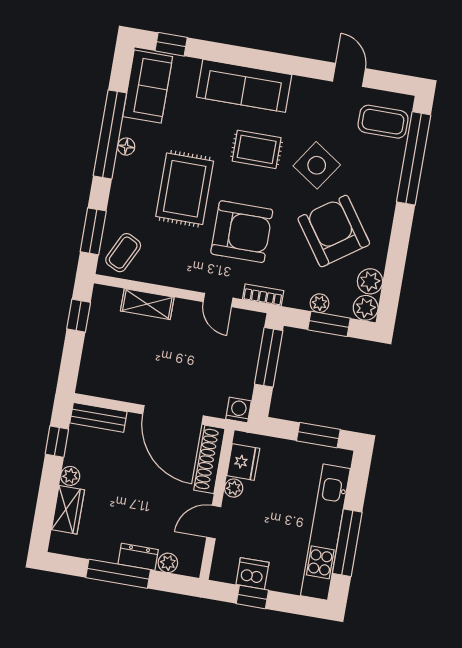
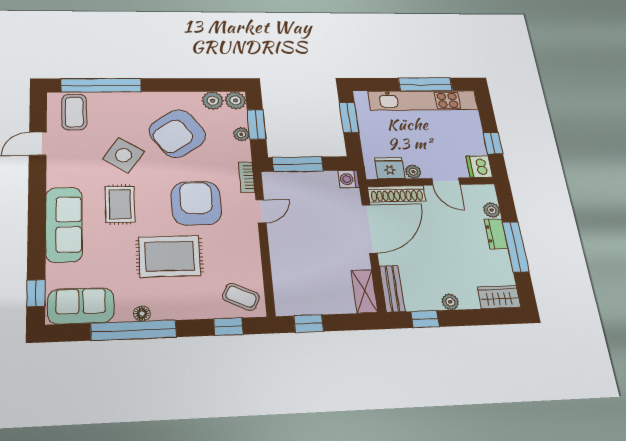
window: (93, 231) -> (228, 327), width x0.67
shelving: (147, 304) -> (365, 291), moved
wardrobe: (68, 510) -> (499, 297), moved
dishwasher: (252, 573) -> (479, 166), moved

